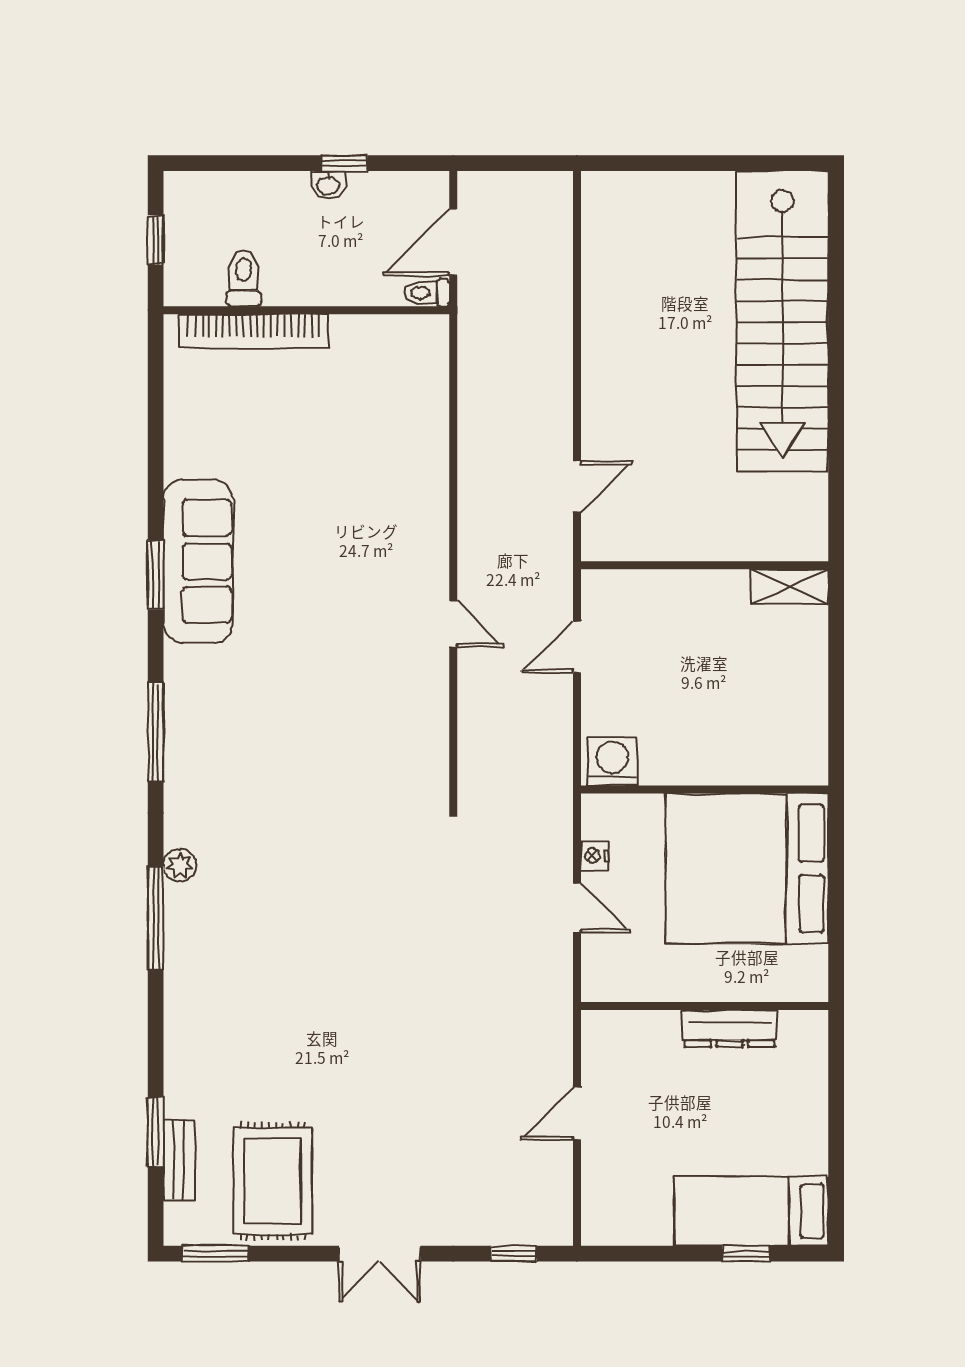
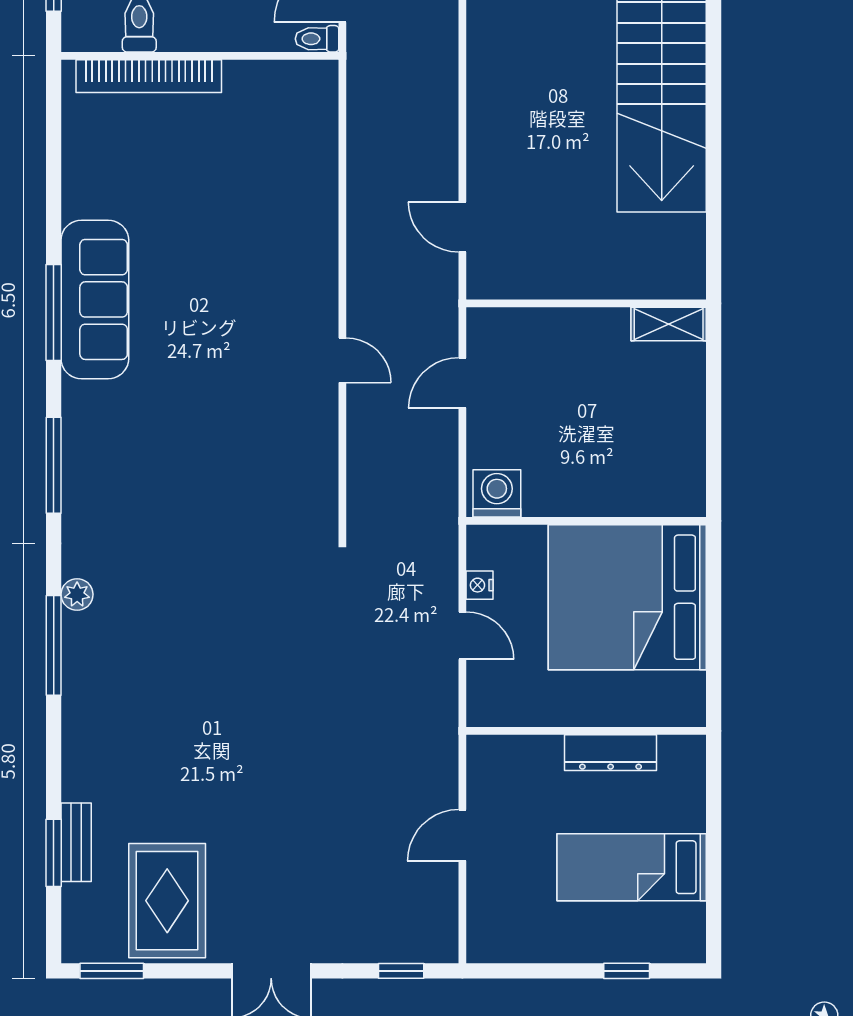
door: (577, 487) -> (462, 227), swing flipped
window: (156, 575) -> (54, 312), width x1.44
bench: (179, 1159) -> (76, 842), moved
bed: (751, 1211) -> (632, 867), moved

